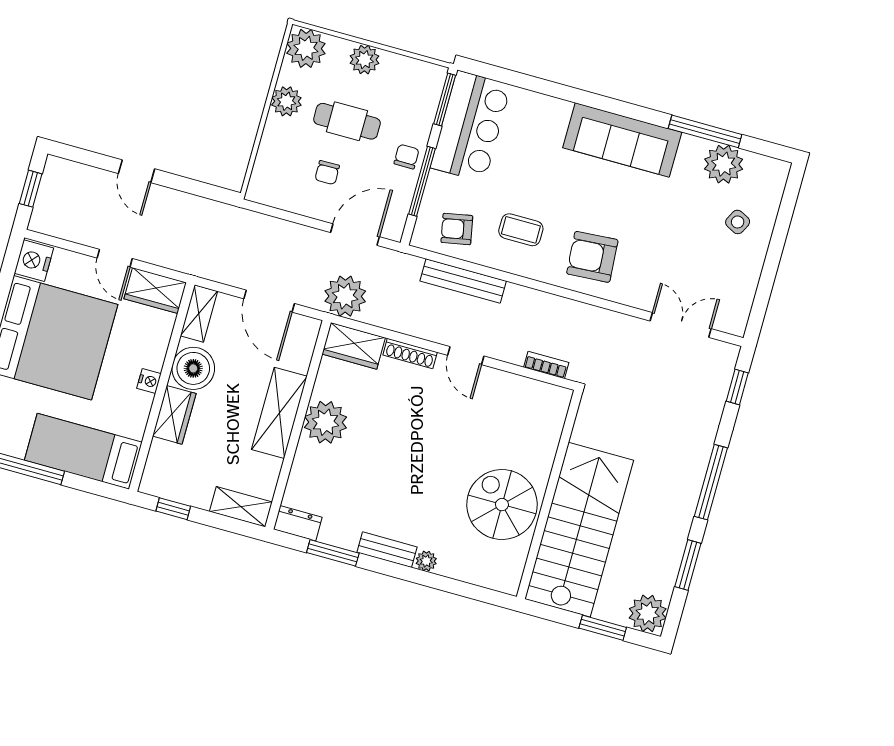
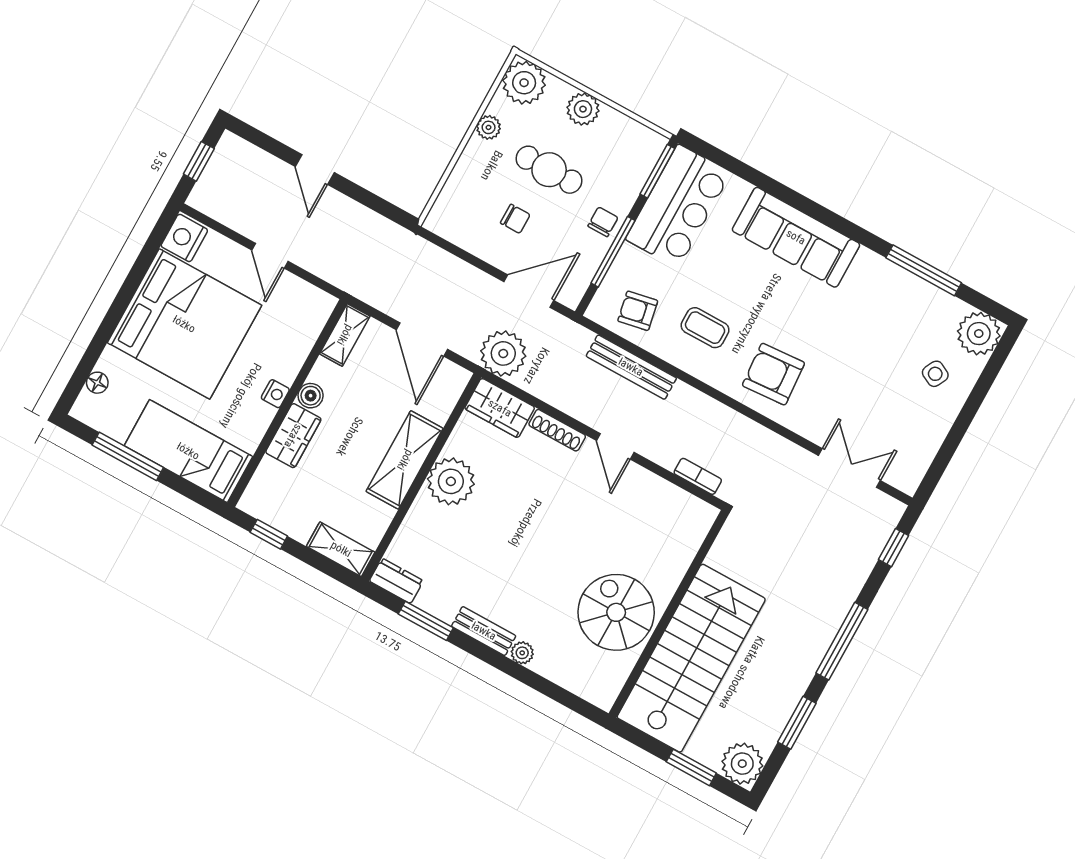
plant: (286, 101) -> (489, 127), width x0.73, depth x0.73
sofa: (622, 140) -> (796, 237), moved
plant: (724, 164) -> (979, 334), moved
chair: (327, 173) -> (515, 219), turned -89
wardrobe: (155, 291) -> (305, 300), removed
boiler: (193, 368) -> (311, 396), width x0.54, depth x0.54

